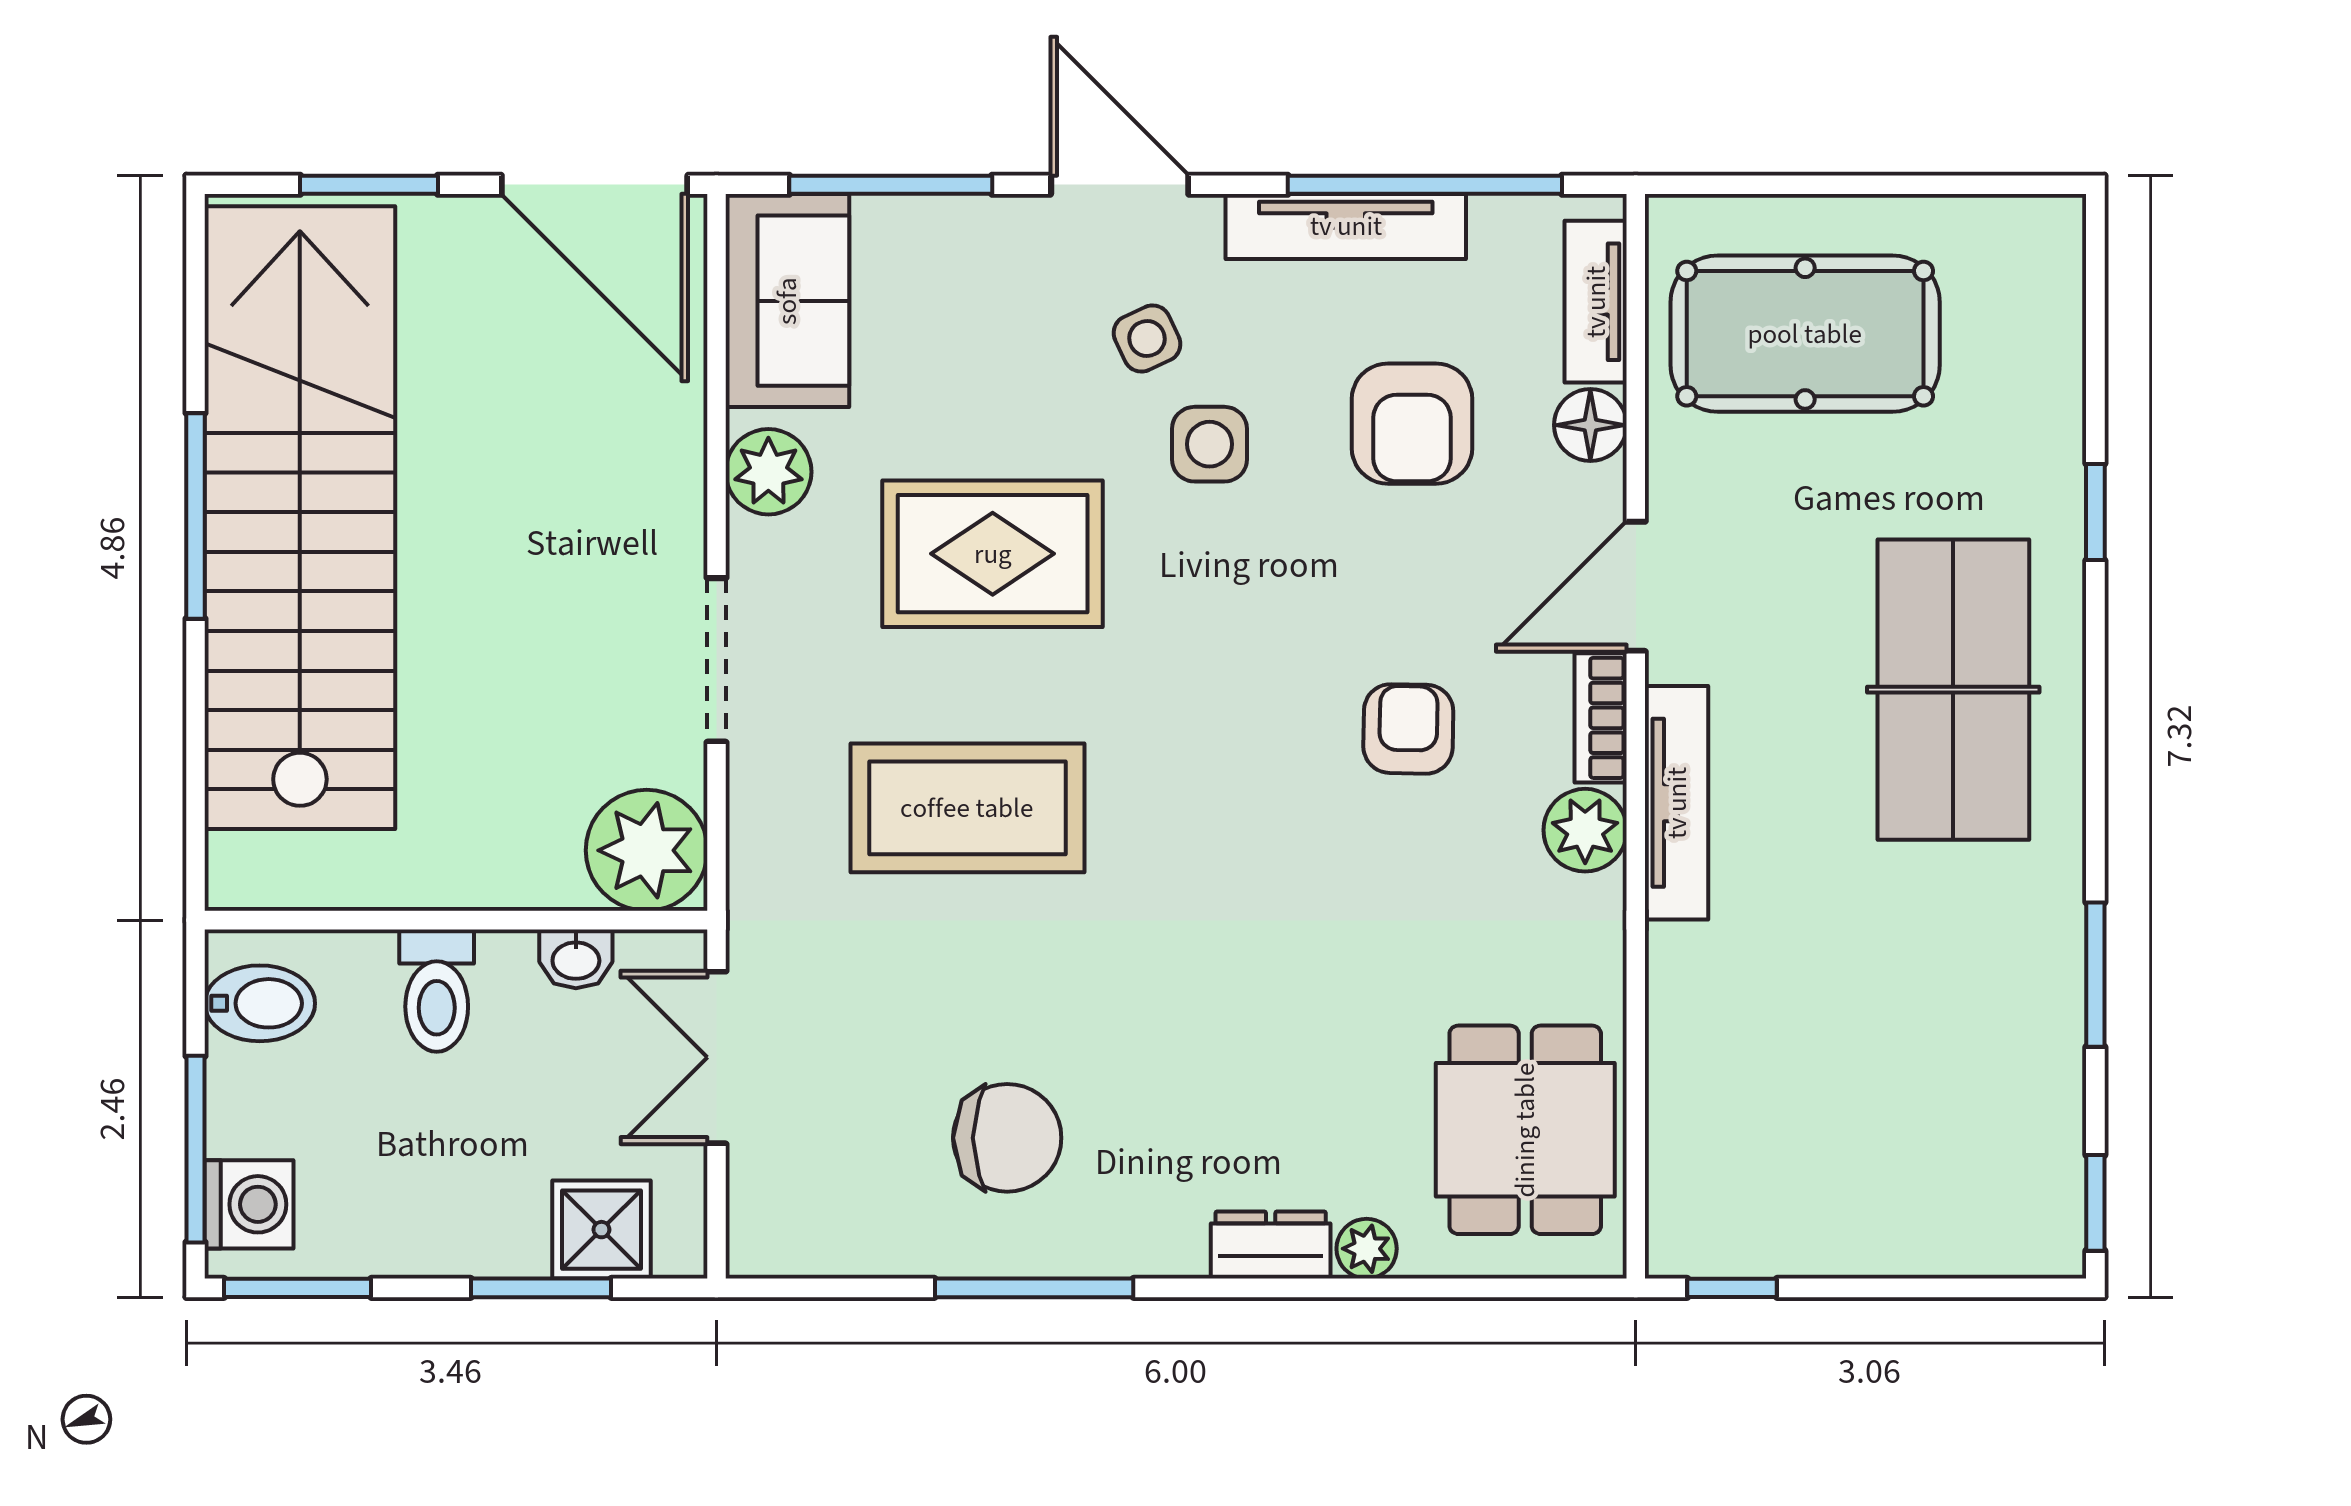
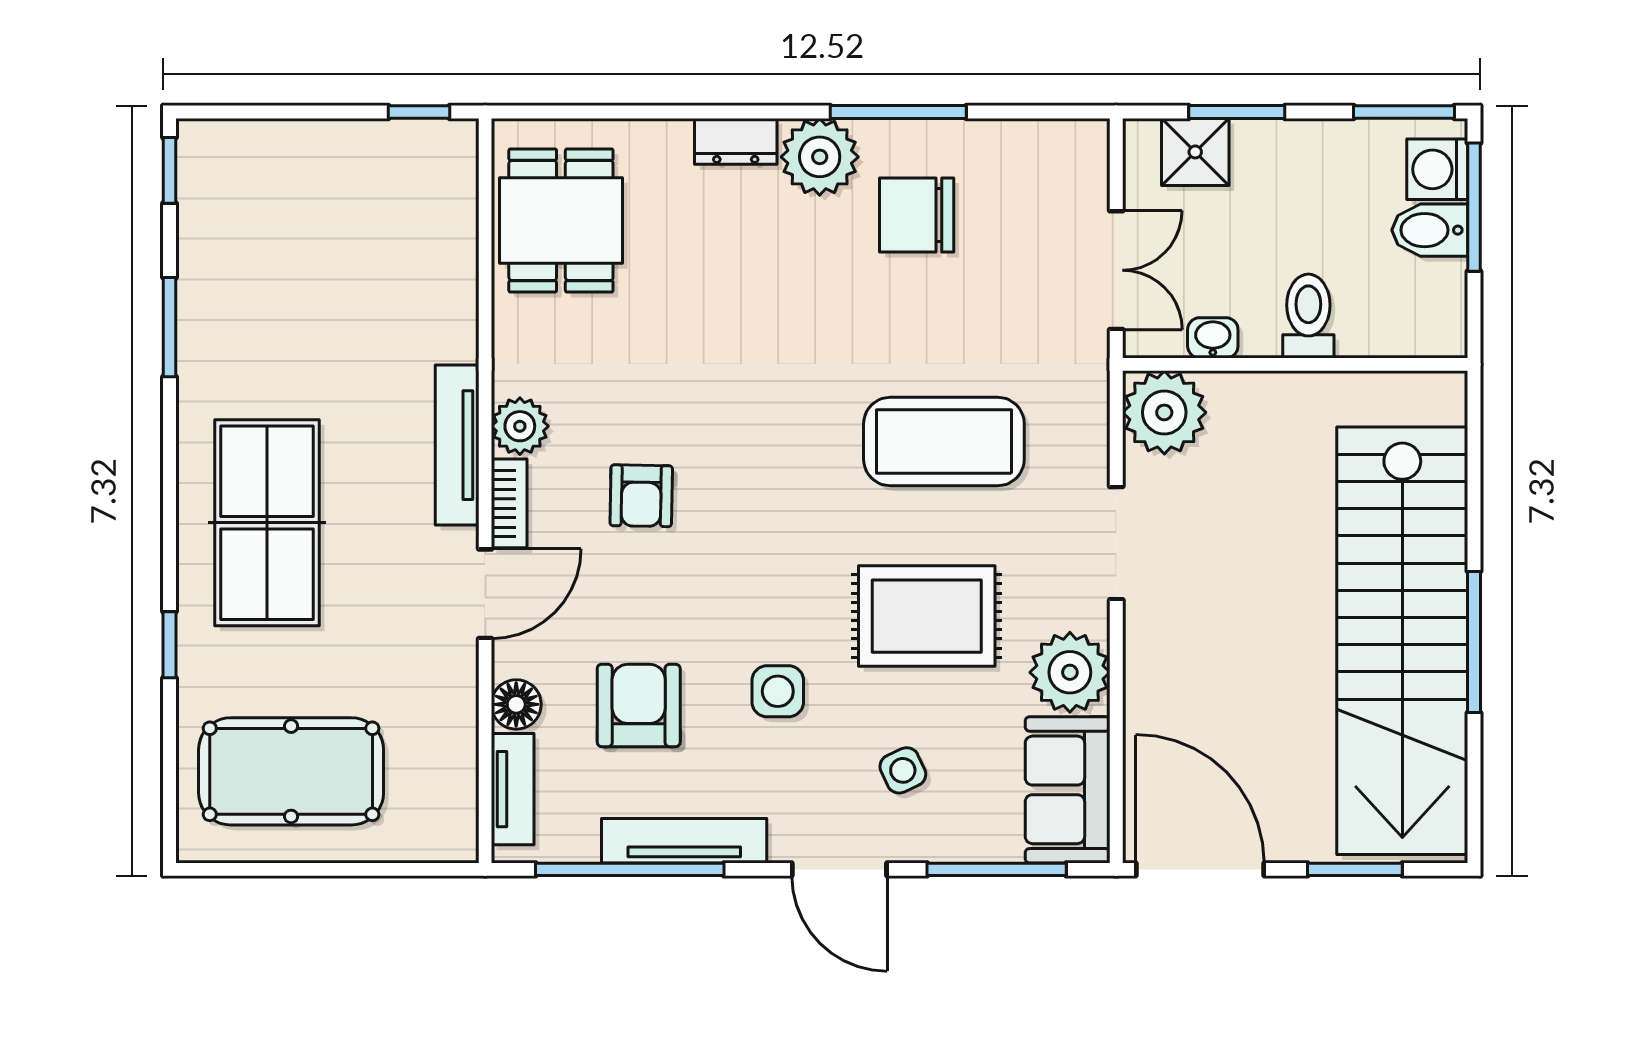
pool table: (1805, 334) -> (291, 771), moved
side table: (1147, 338) -> (903, 770), moved
plant: (768, 472) -> (1070, 672), width x1.36, depth x1.36
bidet: (260, 1003) -> (1430, 230), moved
plant: (1367, 1249) -> (820, 157), moved, width x1.87, depth x1.87

